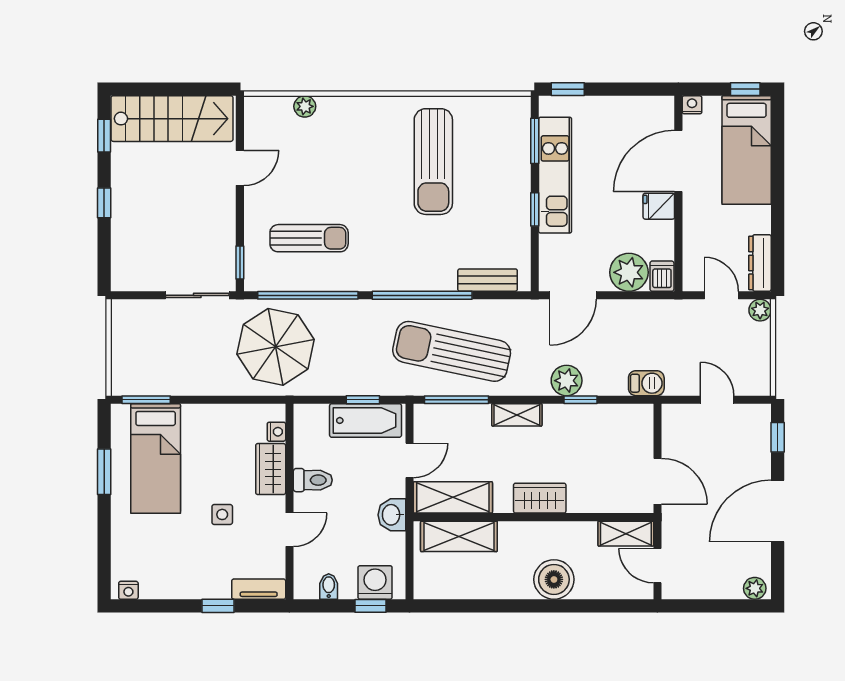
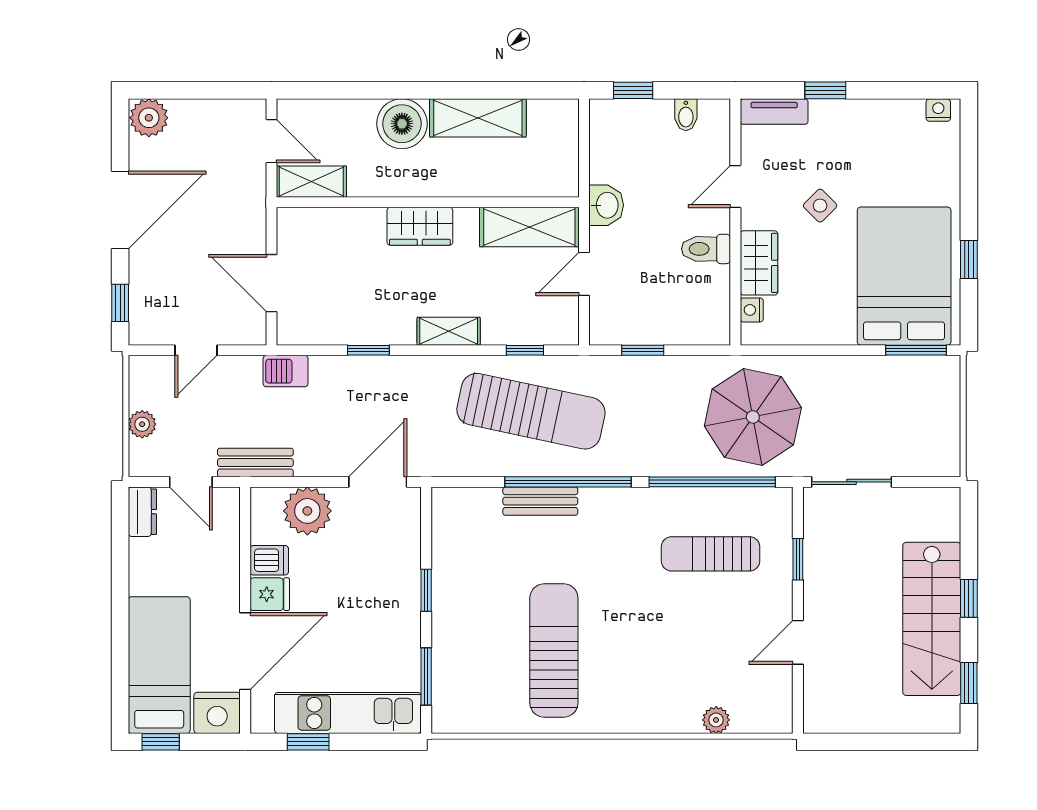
window: (568, 89) -> (308, 742), moved
nightstand: (692, 105) -> (217, 713), width x1.89, depth x1.79
stairs: (172, 119) -> (932, 619), moved, turned -90
kitchen unit: (555, 175) -> (348, 713), moved, turned 90
window: (240, 263) -> (798, 559), moved
dresser: (760, 263) -> (142, 512), width x0.70
dishwasher: (662, 276) -> (269, 560), moved, turned -90
bench: (488, 280) -> (540, 501), moved
plant: (760, 310) -> (142, 424), moved
bench: (670, 311) -> (255, 463), added
plant: (567, 381) -> (386, 374), removed
window: (456, 400) -> (525, 350), width x0.46
door: (717, 400) -> (196, 350), hinge flipped
bathtub: (366, 420) -> (639, 324), removed
bed: (156, 459) -> (904, 276), width x1.50
window: (104, 472) -> (969, 260), width x0.67
door: (657, 481) -> (271, 283), moved
side table: (222, 514) -> (820, 206), turned 45
shelving: (459, 536) -> (478, 118), moved
washing machine: (375, 582) -> (627, 120), removed
plant: (755, 588) -> (149, 118), width x1.38, depth x1.38

